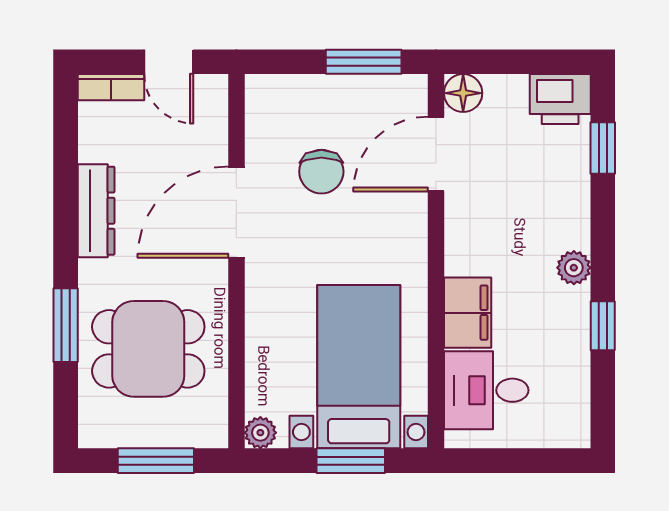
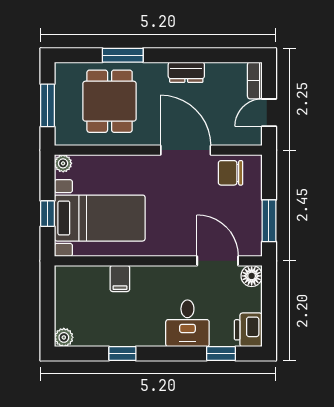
chair: (321, 172) -> (230, 173), moved
dresser: (96, 211) -> (186, 72), width x0.70
plant: (574, 268) -> (64, 337), moved
filing cabinet: (468, 313) -> (120, 278), width x0.50
desk: (486, 390) -> (187, 323), moved, turned 180
window: (351, 461) -> (48, 214), width x0.67

